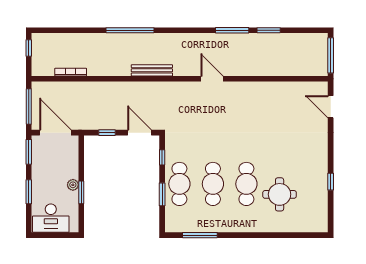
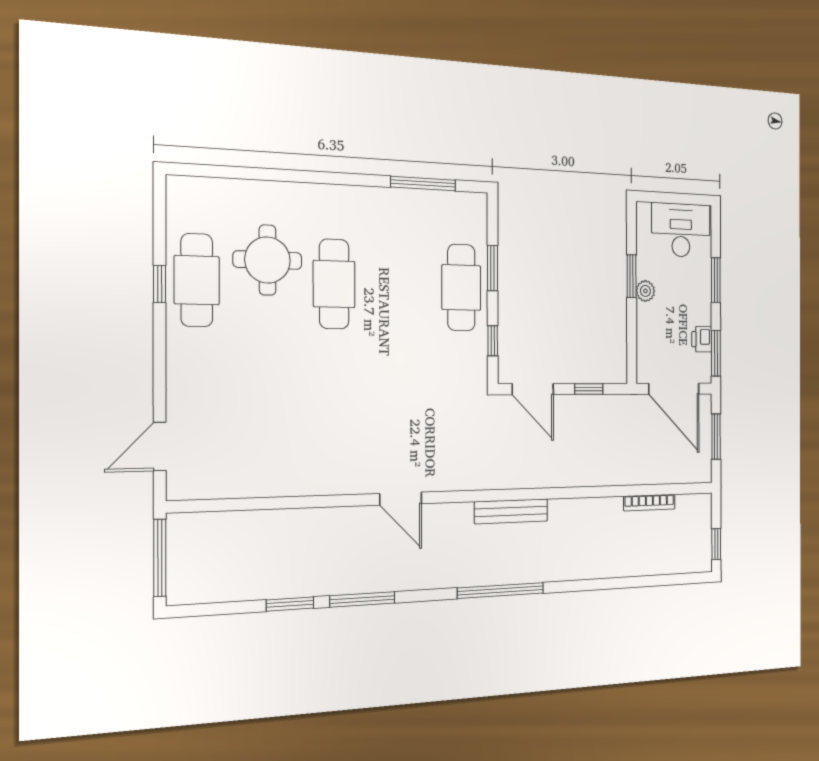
window: (130, 30) -> (501, 591), moved
window: (29, 107) -> (716, 437), width x0.69
door: (331, 107) -> (160, 446), swing flipped
printer: (38, 159) -> (702, 339), added
cafe table: (213, 184) -> (197, 280), moved

